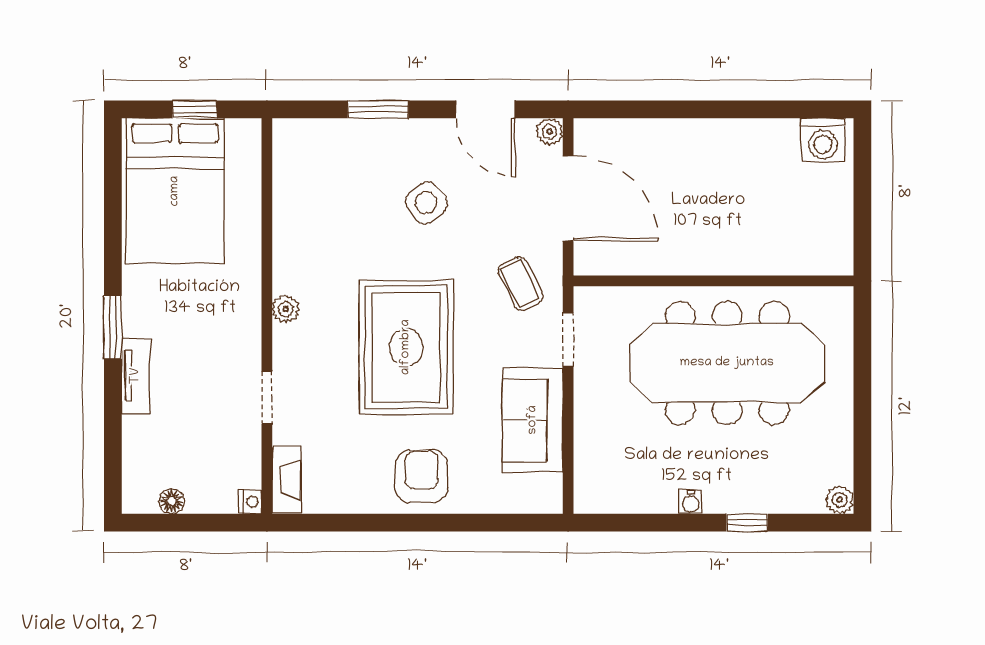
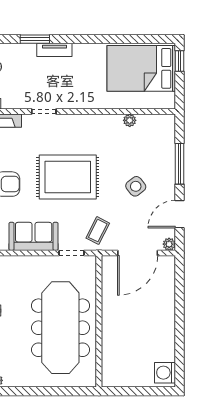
window: (195, 109) -> (180, 61), moved
window: (378, 109) -> (180, 164), width x1.44
coffee table: (520, 284) -> (98, 231), turned -37
plant: (286, 309) -> (130, 120), moved
window: (113, 327) -> (35, 39), moved

